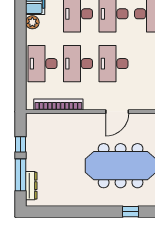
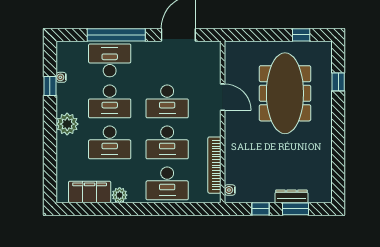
water cooler: (37, 118) -> (230, 190), added
window: (20, 175) -> (296, 209), width x0.69
dresser: (31, 186) -> (291, 196), moved

